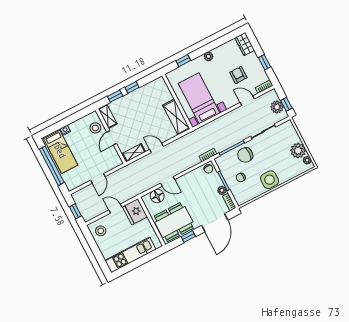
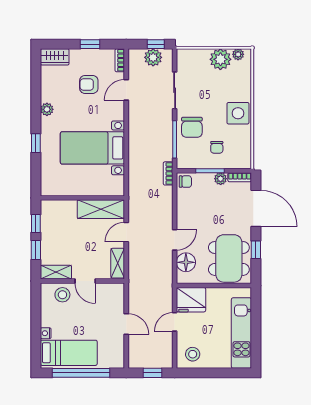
wall: (177, 102) -> (82, 198), moved
shelving: (176, 117) -> (101, 209), moved

